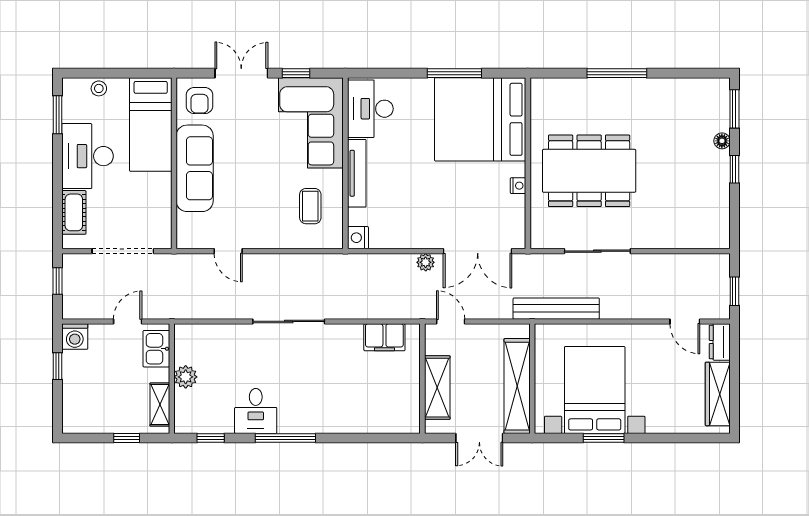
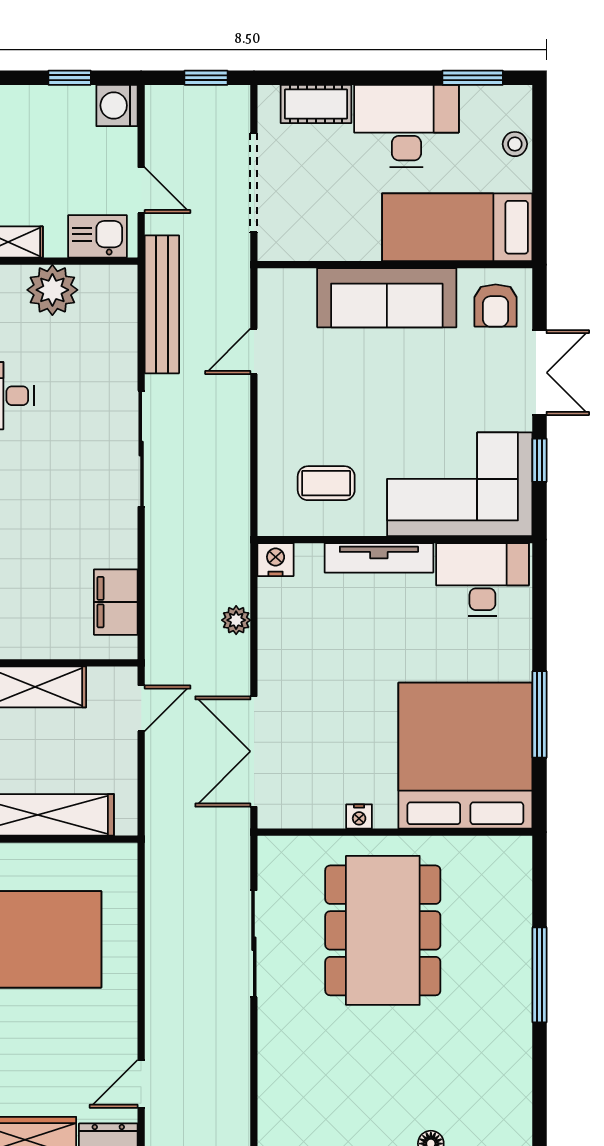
armchair: (200, 101) -> (496, 306), turned -90
plant: (426, 262) -> (236, 620), moved
bench: (556, 309) -> (162, 304), moved
plant: (186, 377) -> (52, 290), width x1.36, depth x1.36

